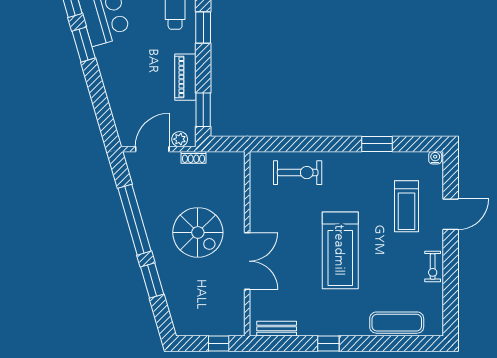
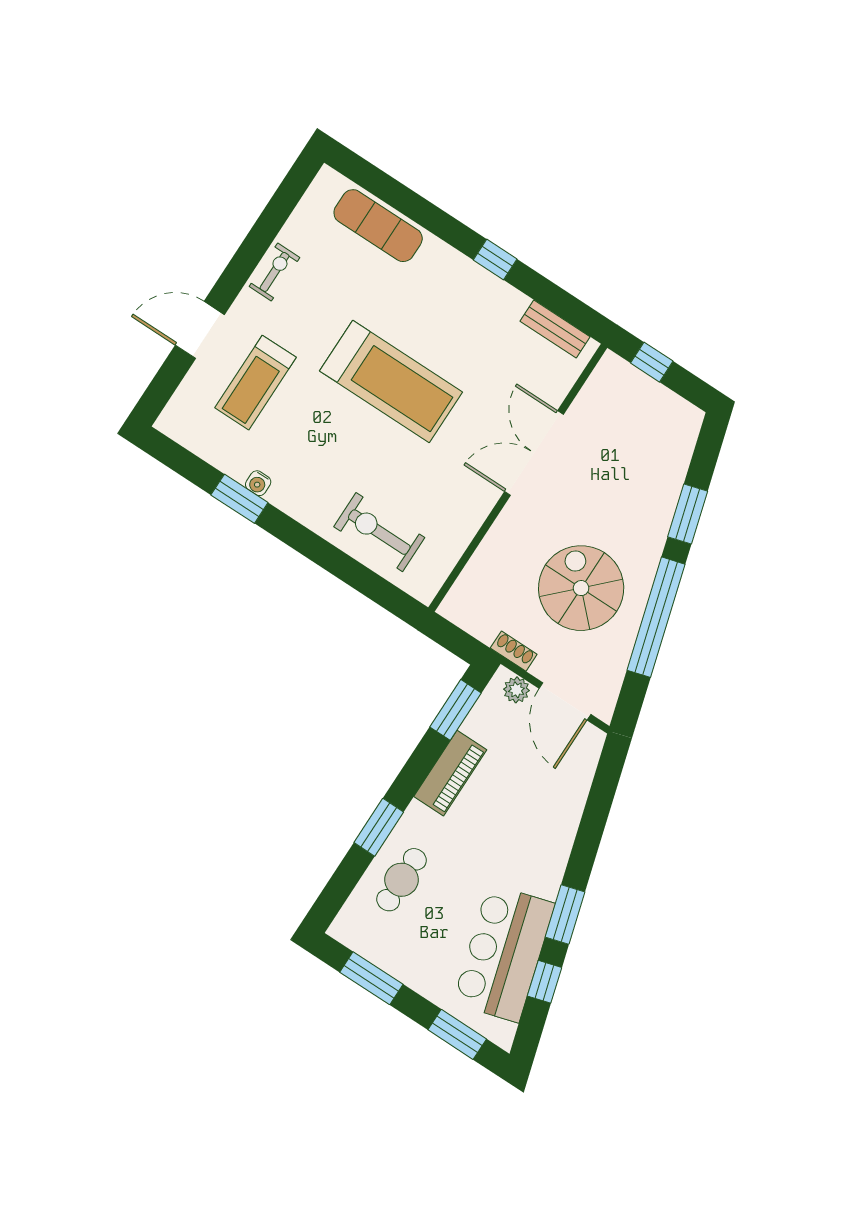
door: (152, 149) -> (565, 701), hinge flipped
water cooler: (435, 158) -> (258, 483), moved
treadmill: (406, 206) -> (256, 383), turned 180
spiral stairs: (198, 232) -> (581, 588), moved
treadmill: (340, 250) -> (391, 381), turned 90

